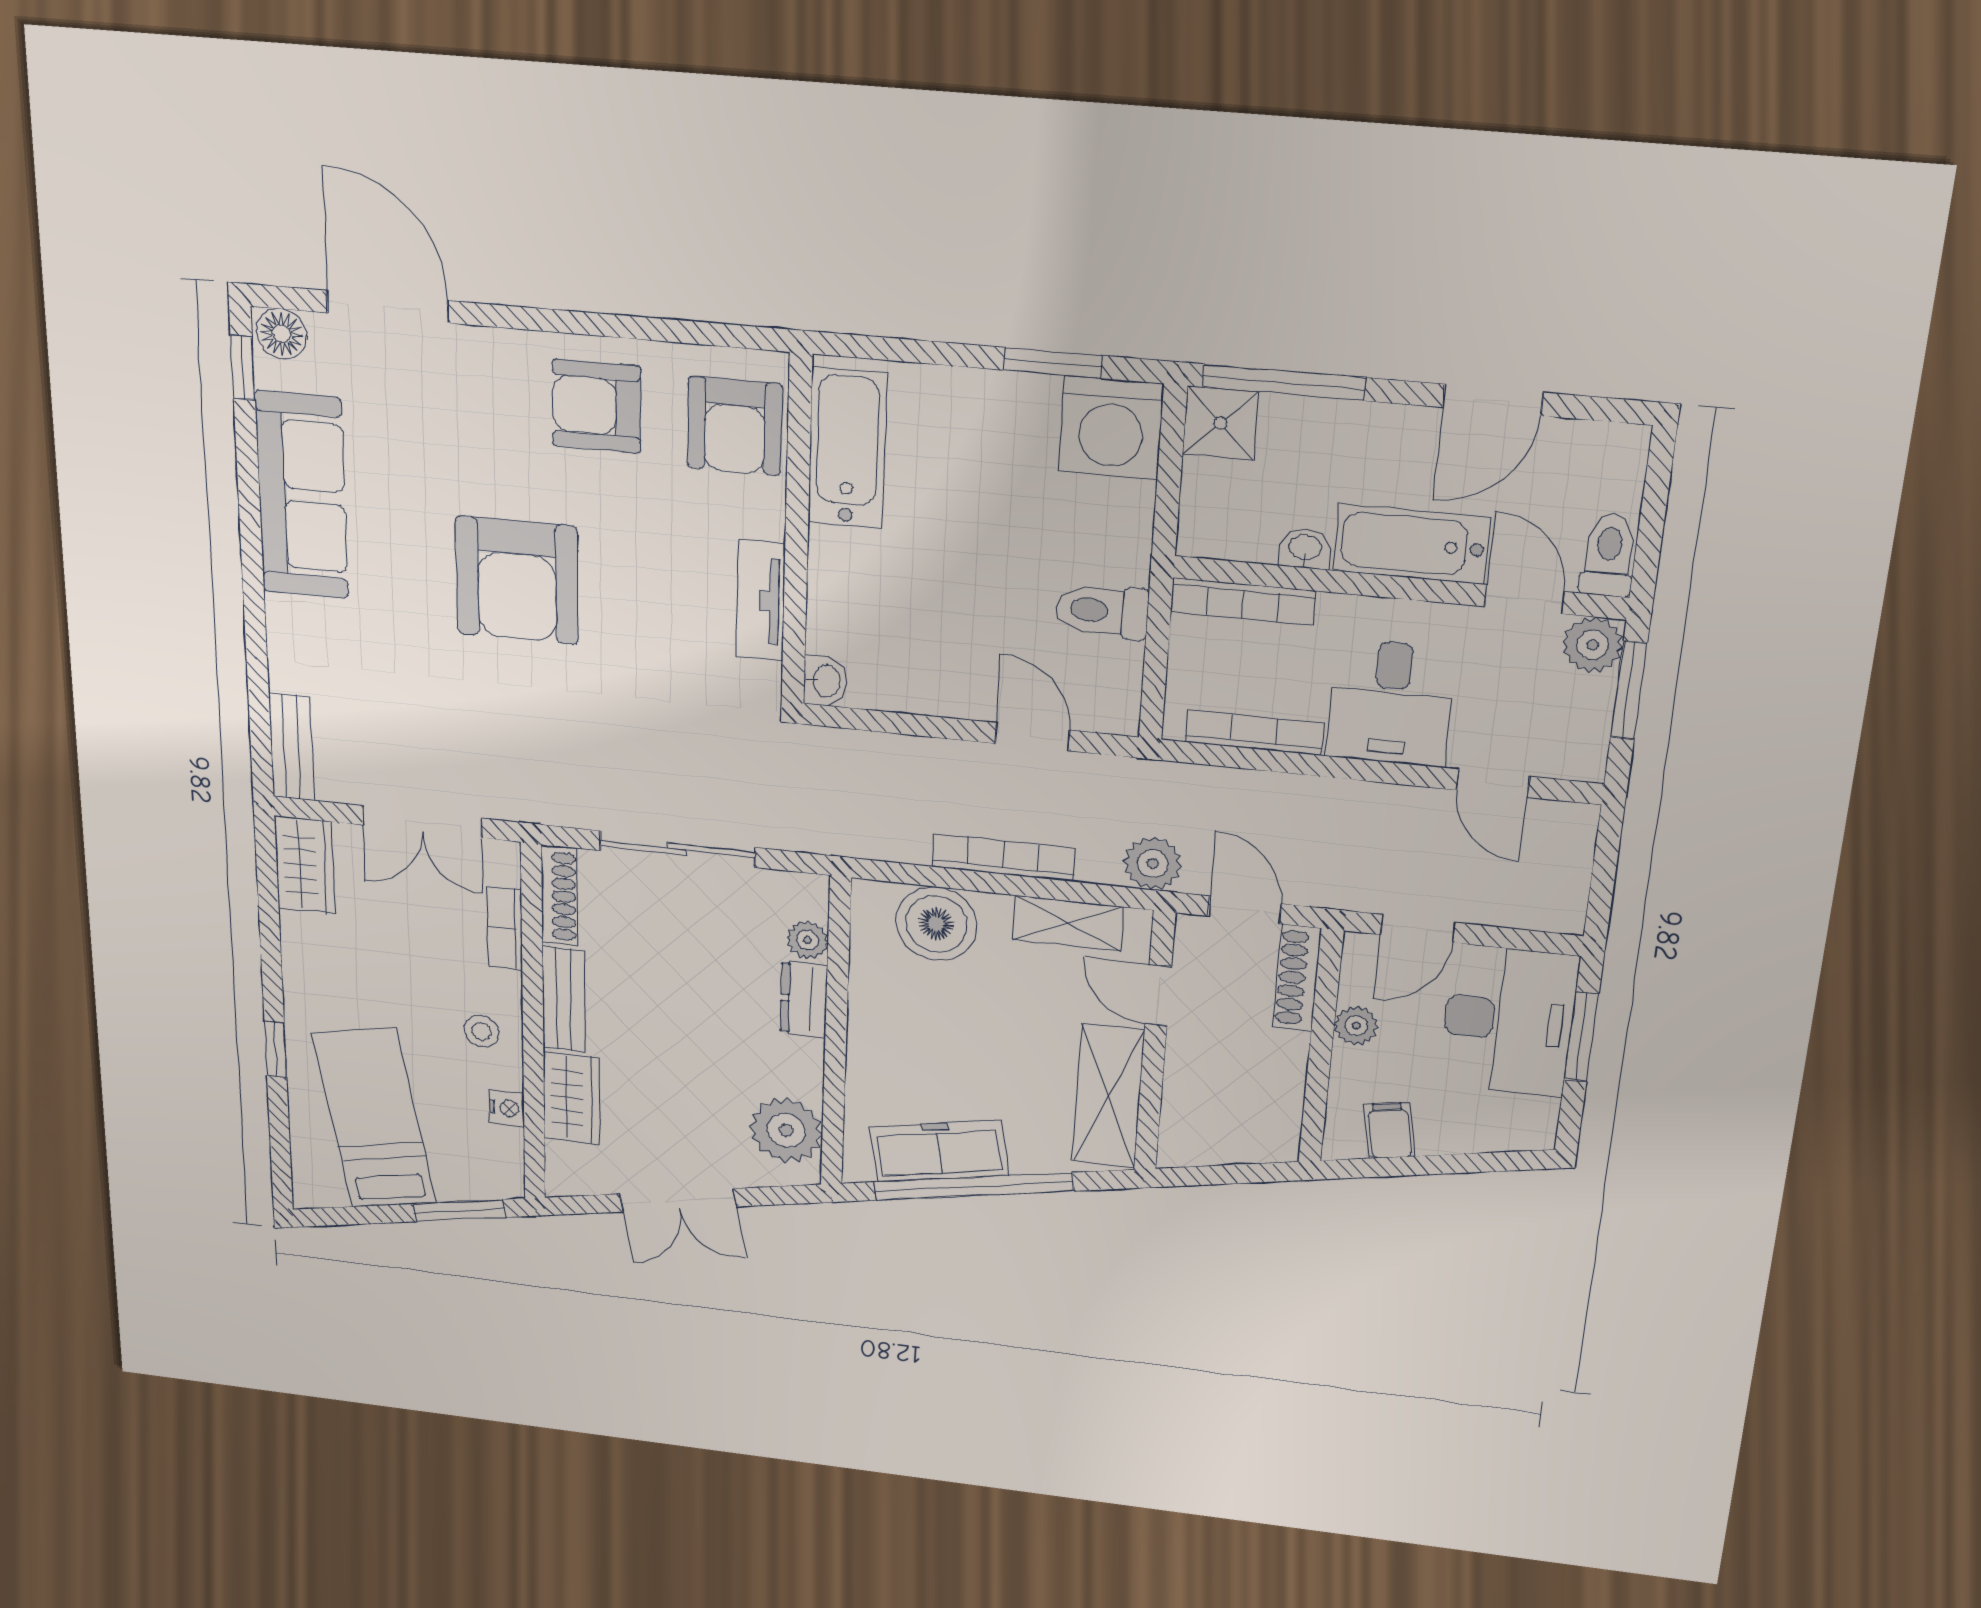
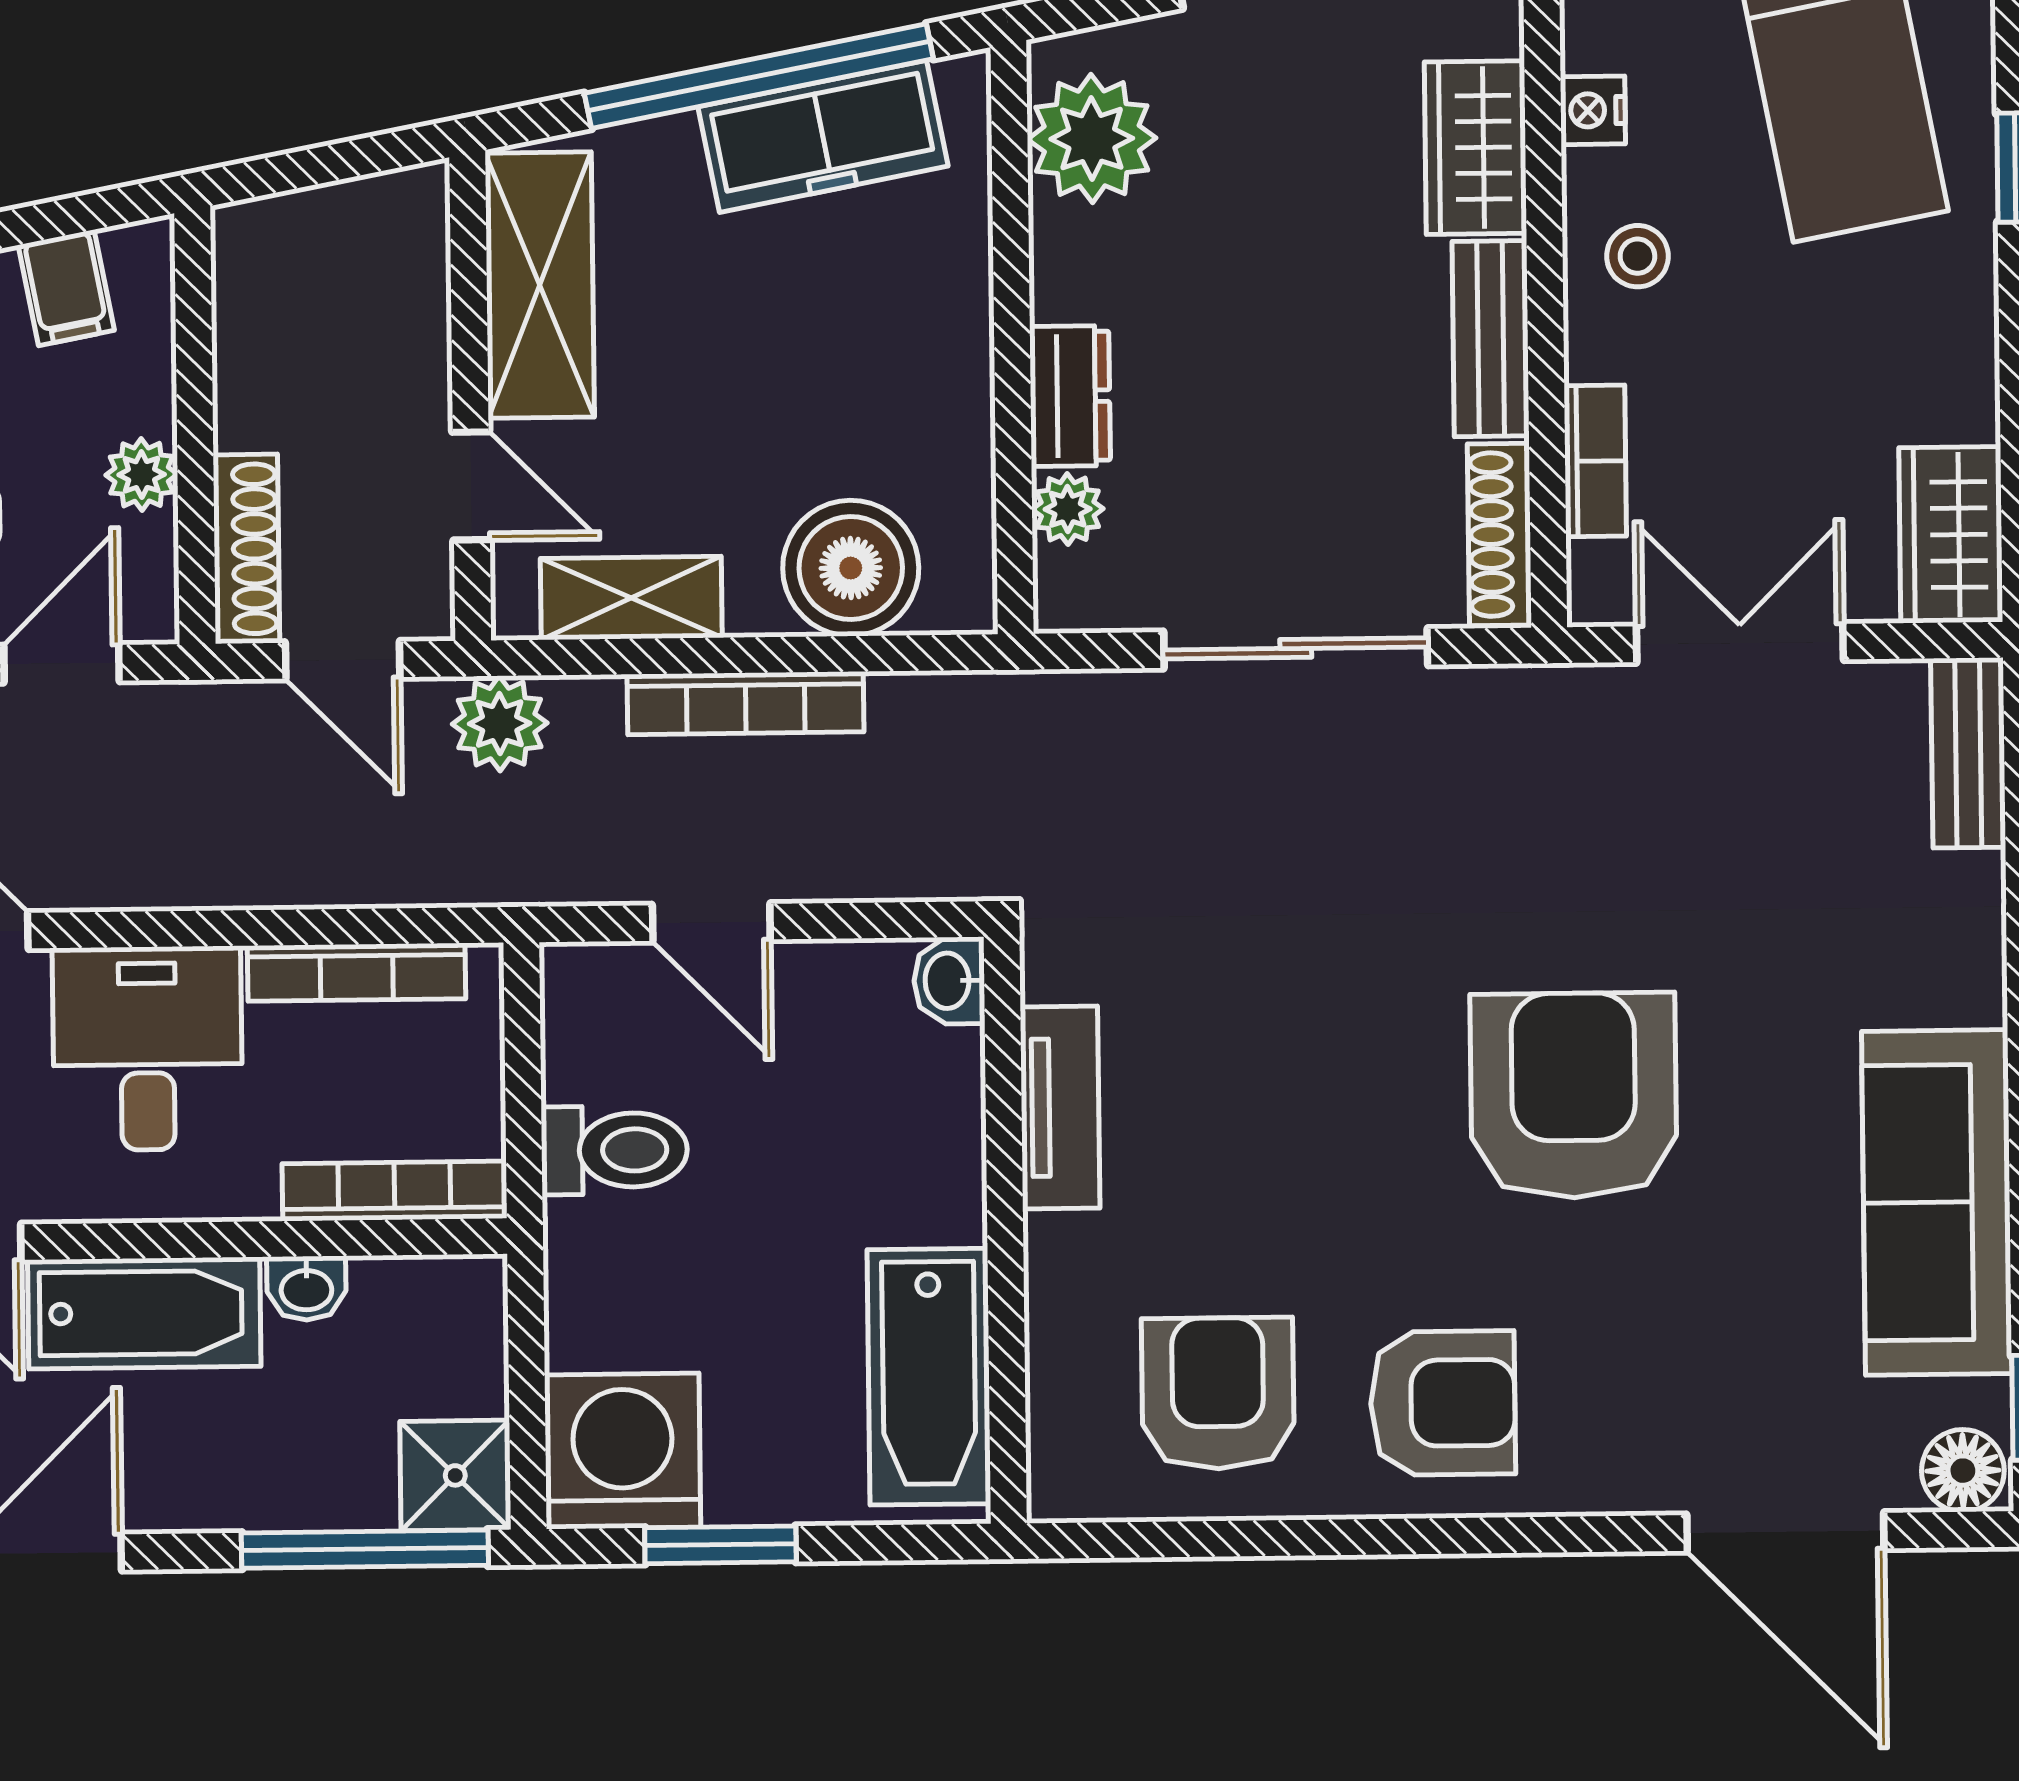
bathtub: (847, 448) -> (929, 1377), moved
wall: (797, 532) -> (1005, 1230), moved
tv unit: (761, 600) -> (1060, 1108), moved
washbasin: (825, 681) -> (949, 981), moved

